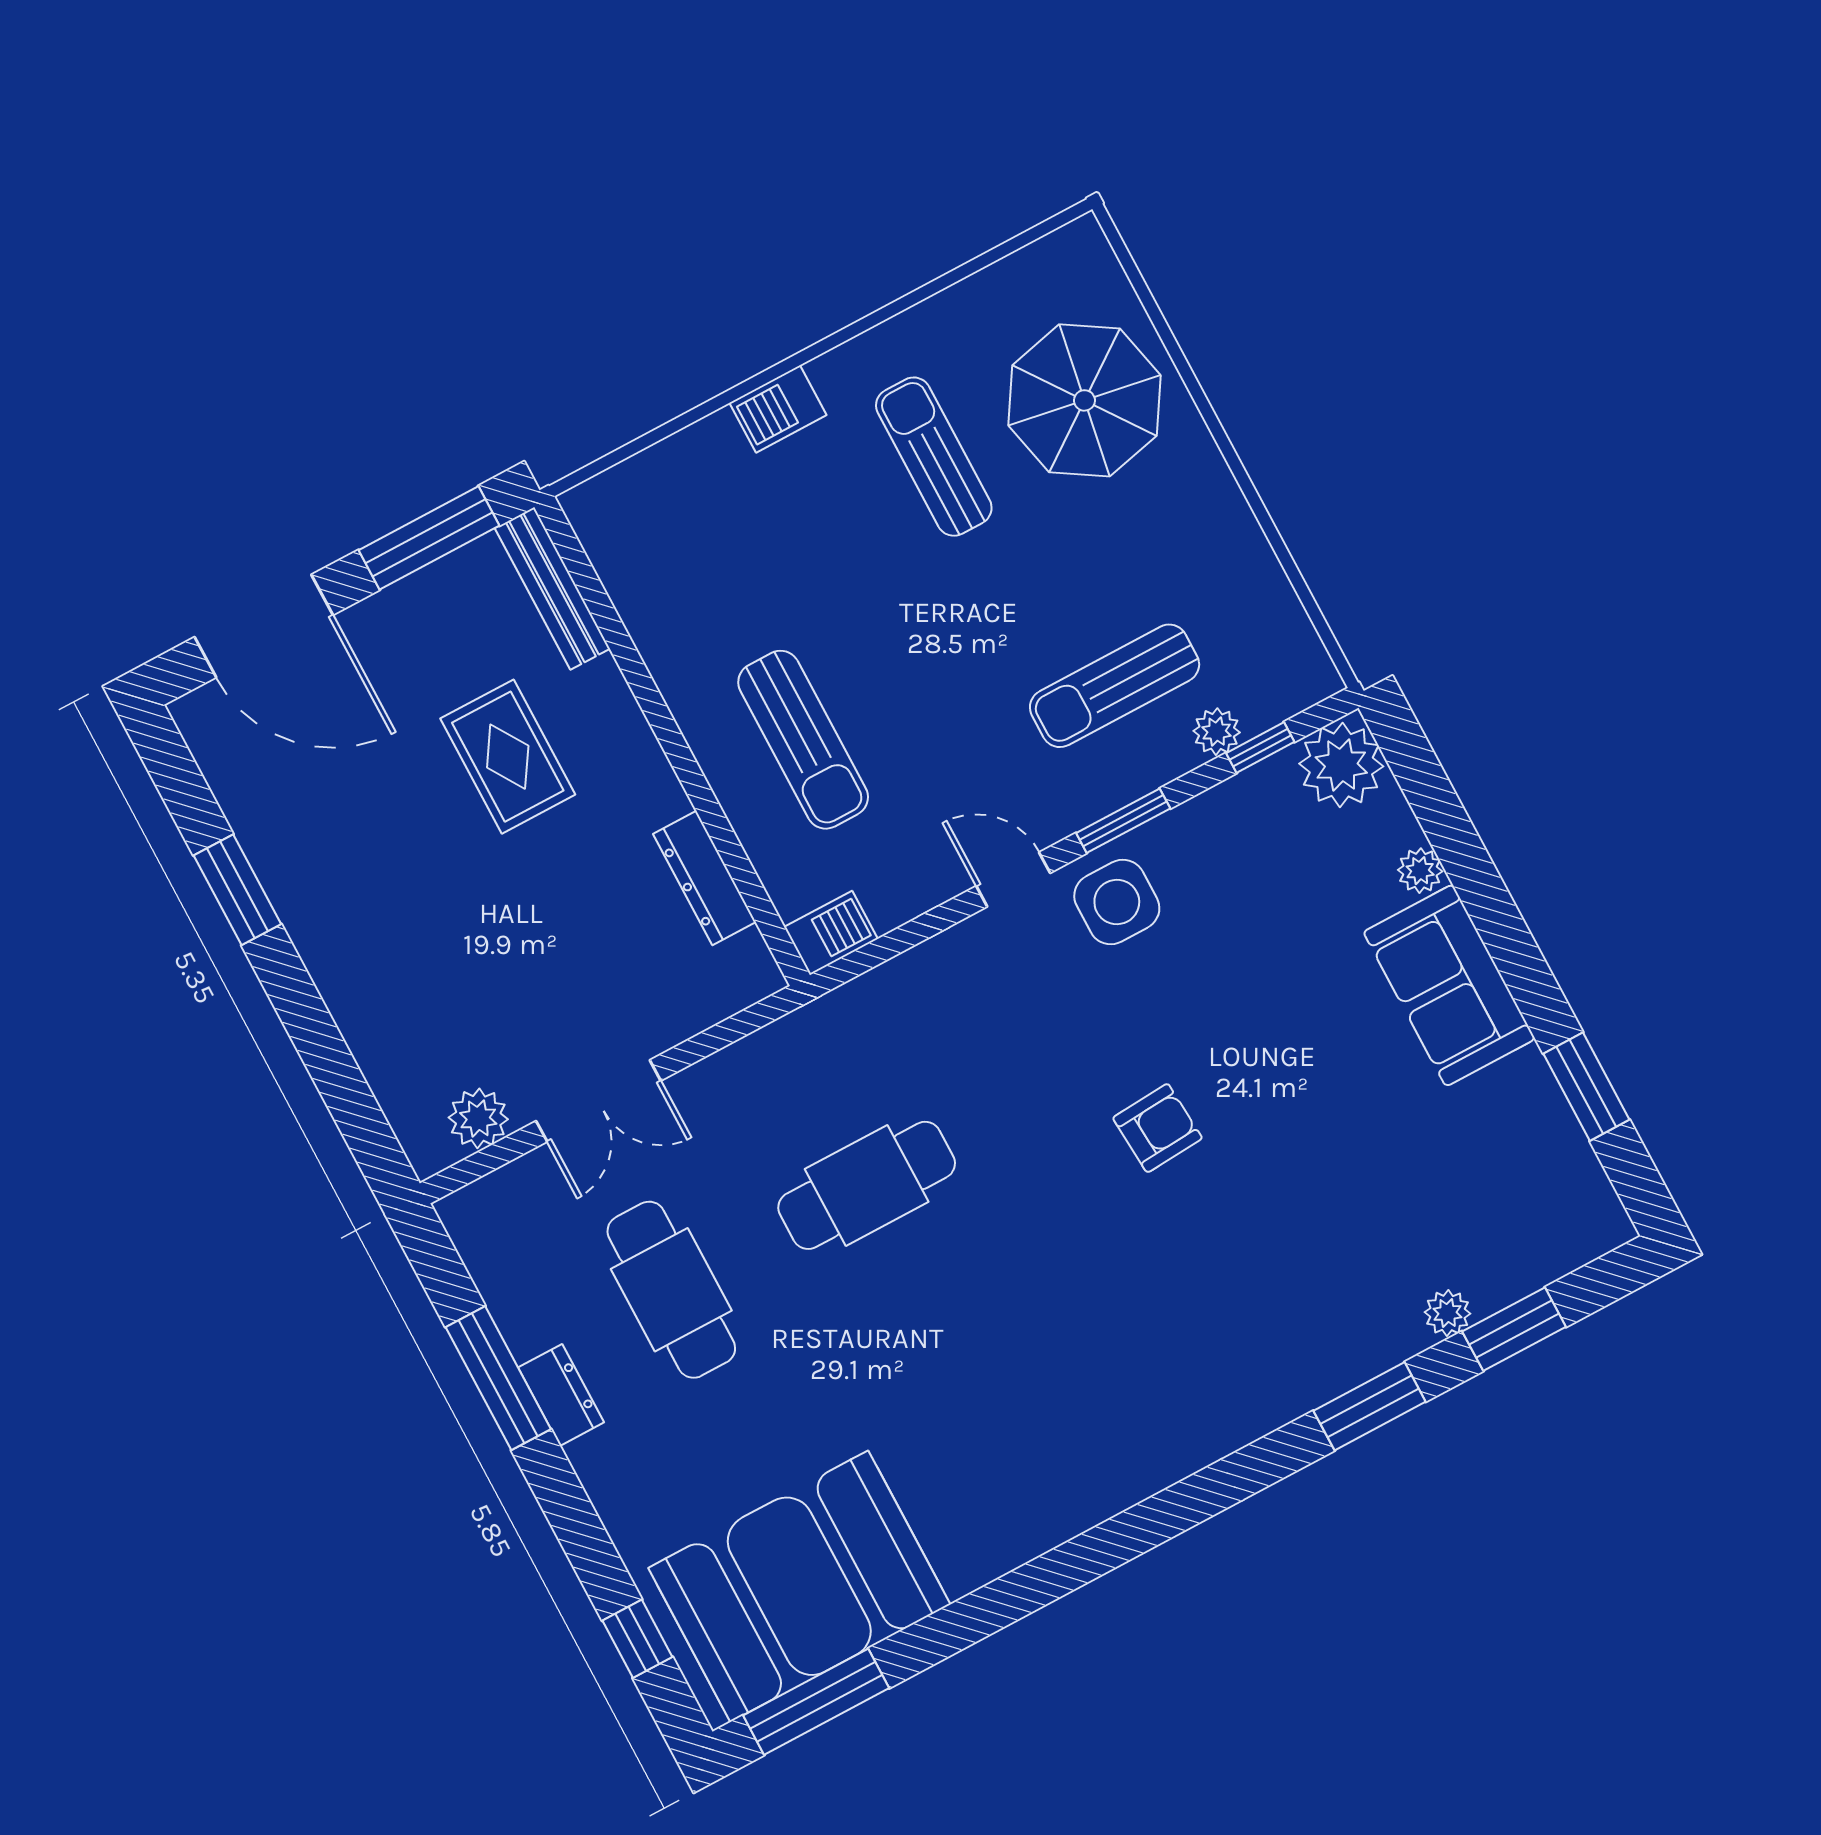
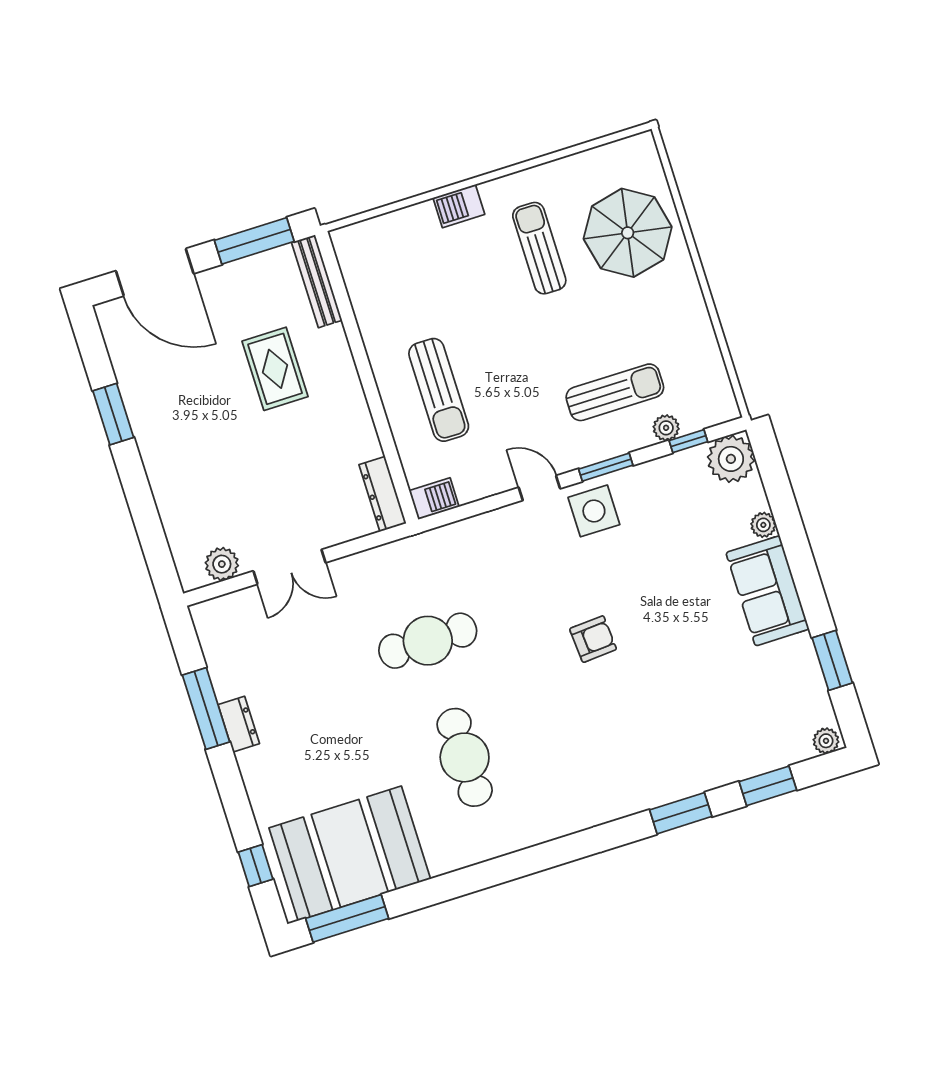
sun lounger: (1115, 686) -> (615, 392), turned 180
dresser: (704, 878) -> (383, 494), moved
cafe table: (671, 1290) -> (465, 757), moved
plant: (1448, 1313) -> (826, 741), moved

